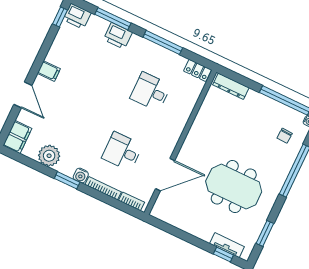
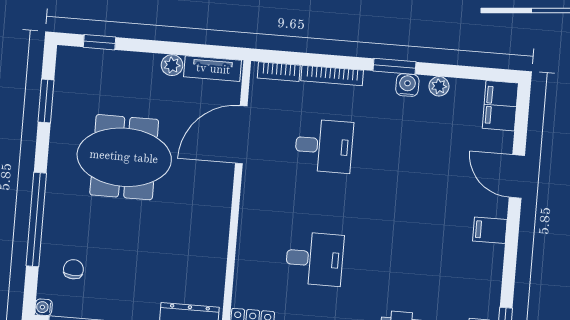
plant: (49, 156) -> (439, 86), width x0.53, depth x0.53
water cooler: (81, 175) -> (407, 85), moved
plant: (189, 227) -> (172, 65), added
tv unit: (227, 245) -> (213, 69), moved

